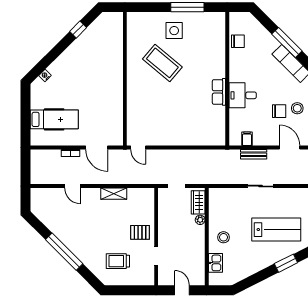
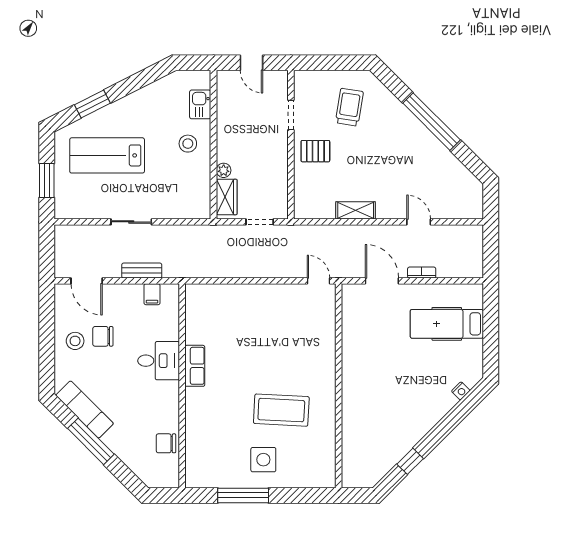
coffee table: (162, 63) -> (281, 410), turned -37
trolley: (118, 261) -> (349, 107), turned -81

